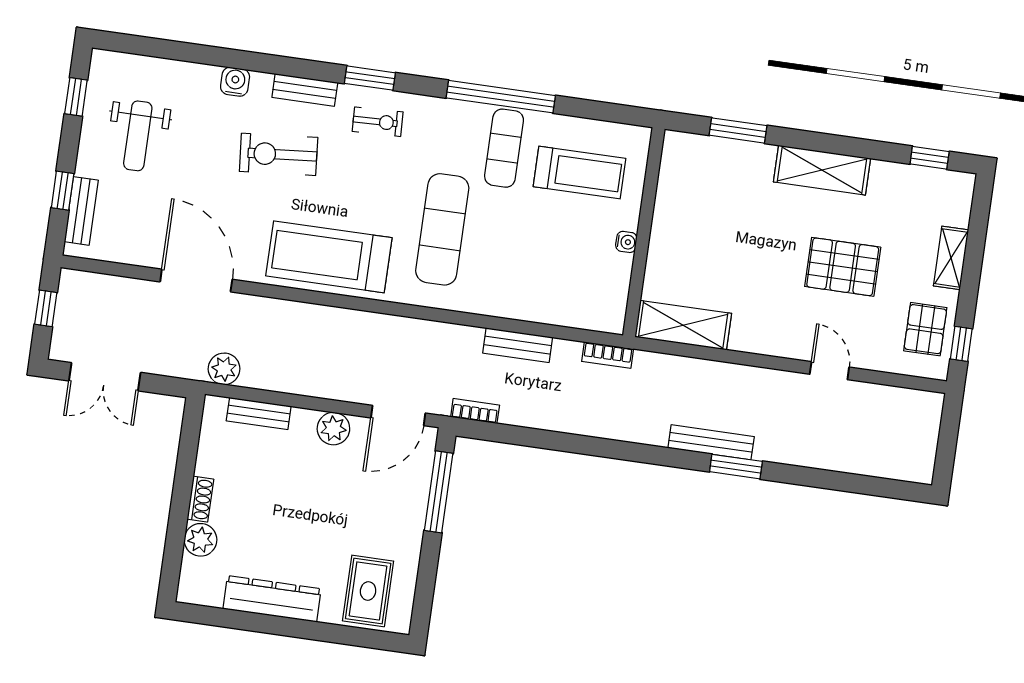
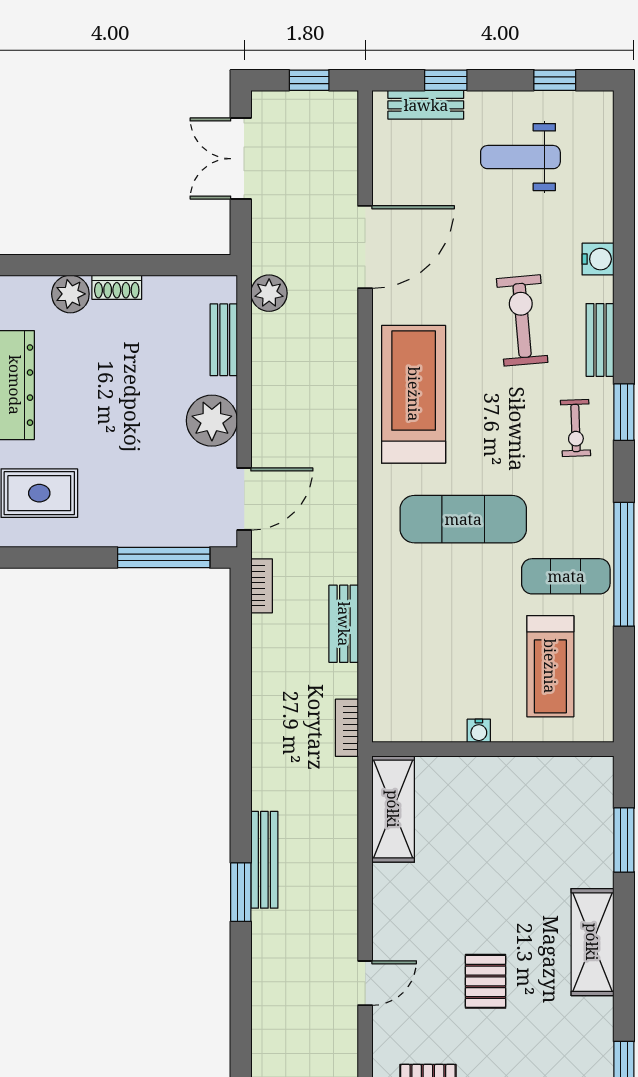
pallet: (843, 267) -> (486, 981), width x0.67, depth x0.71
door: (398, 415) -> (244, 499), swing flipped
plant: (333, 429) -> (212, 421), width x1.36, depth x1.36

